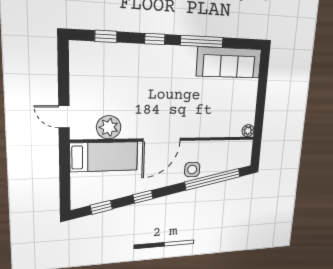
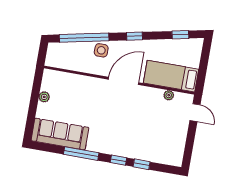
window: (106, 36) -> (142, 164), moved
plant: (109, 127) -> (169, 95), width x0.53, depth x0.53
plant: (248, 131) -> (44, 97), moved
window: (143, 197) -> (135, 36), moved

